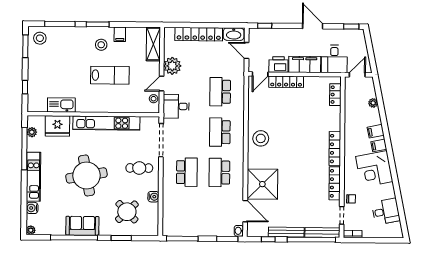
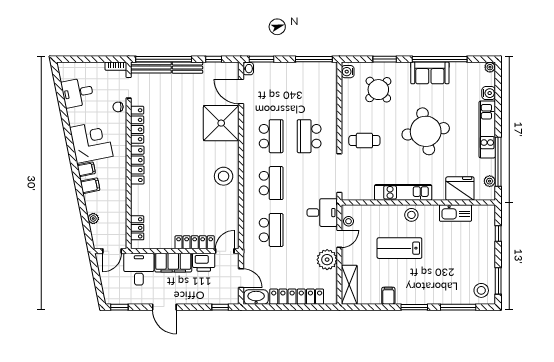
stool: (101, 45) -> (411, 215), moved
kitchen unit: (106, 123) -> (403, 192), width x0.73
water cooler: (153, 197) -> (348, 72), moved
bench: (286, 232) -> (187, 68), width x0.73

